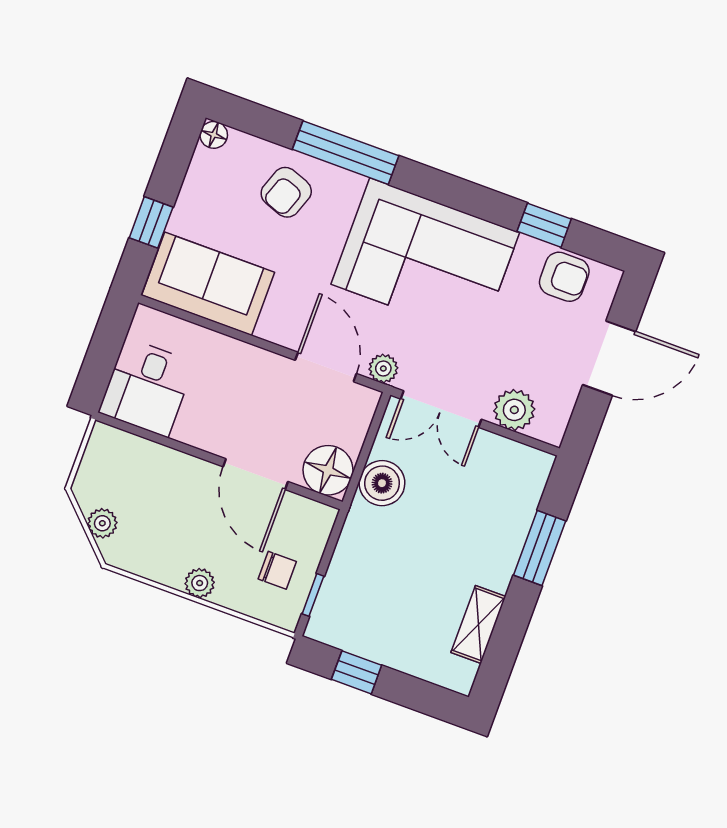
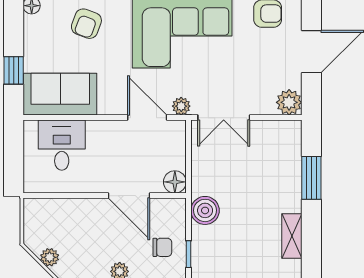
desk: (147, 387) -> (62, 145), moved, turned 180
plant: (514, 410) -> (289, 102), moved
floor lamp: (328, 470) -> (175, 182), width x0.73, depth x0.73
boiler: (382, 483) -> (205, 210), moved

